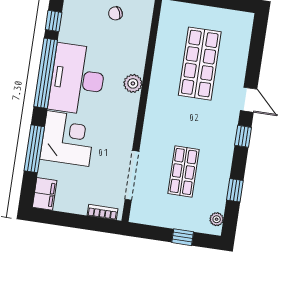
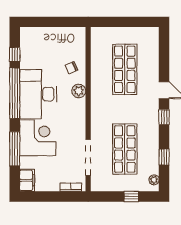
chair: (115, 13) -> (71, 68), moved
shop shelf: (183, 171) -> (125, 149), width x1.43, depth x1.36

